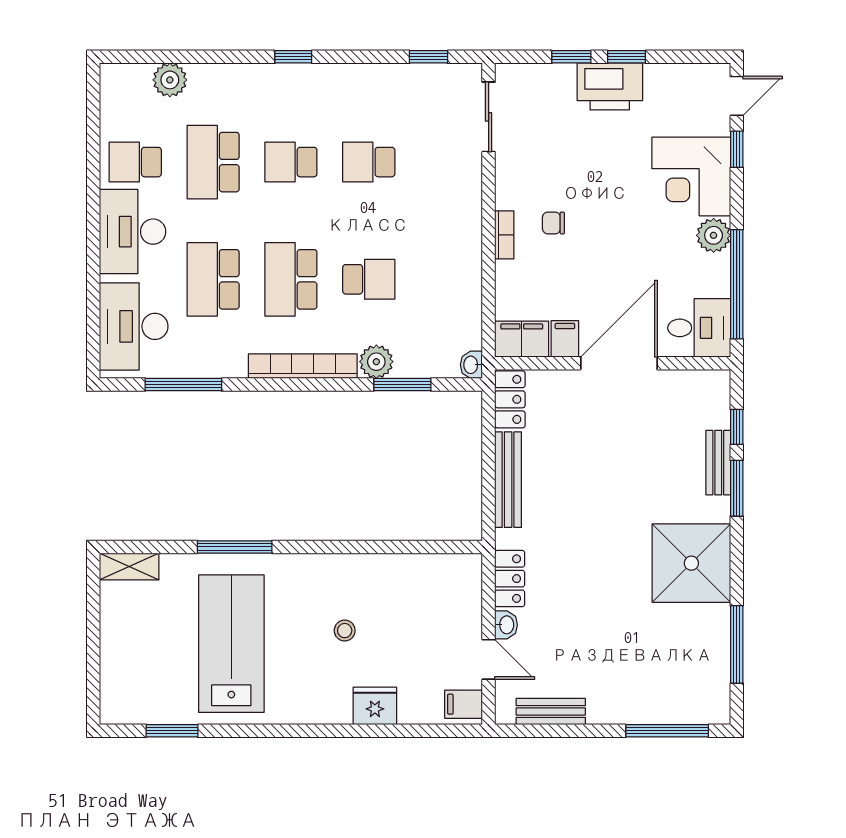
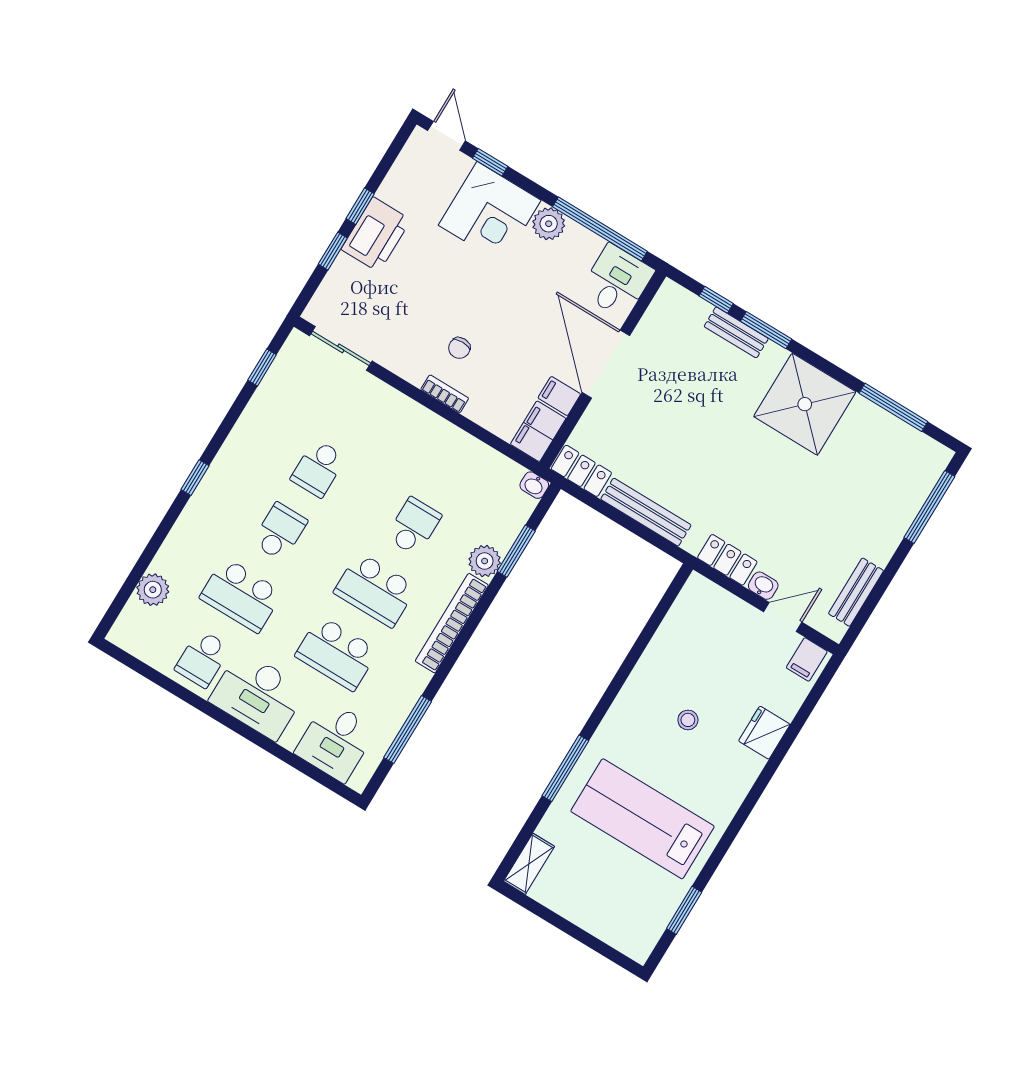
school desk: (291, 162) -> (280, 532), turned 180
desk: (134, 326) -> (336, 741), width x0.73

